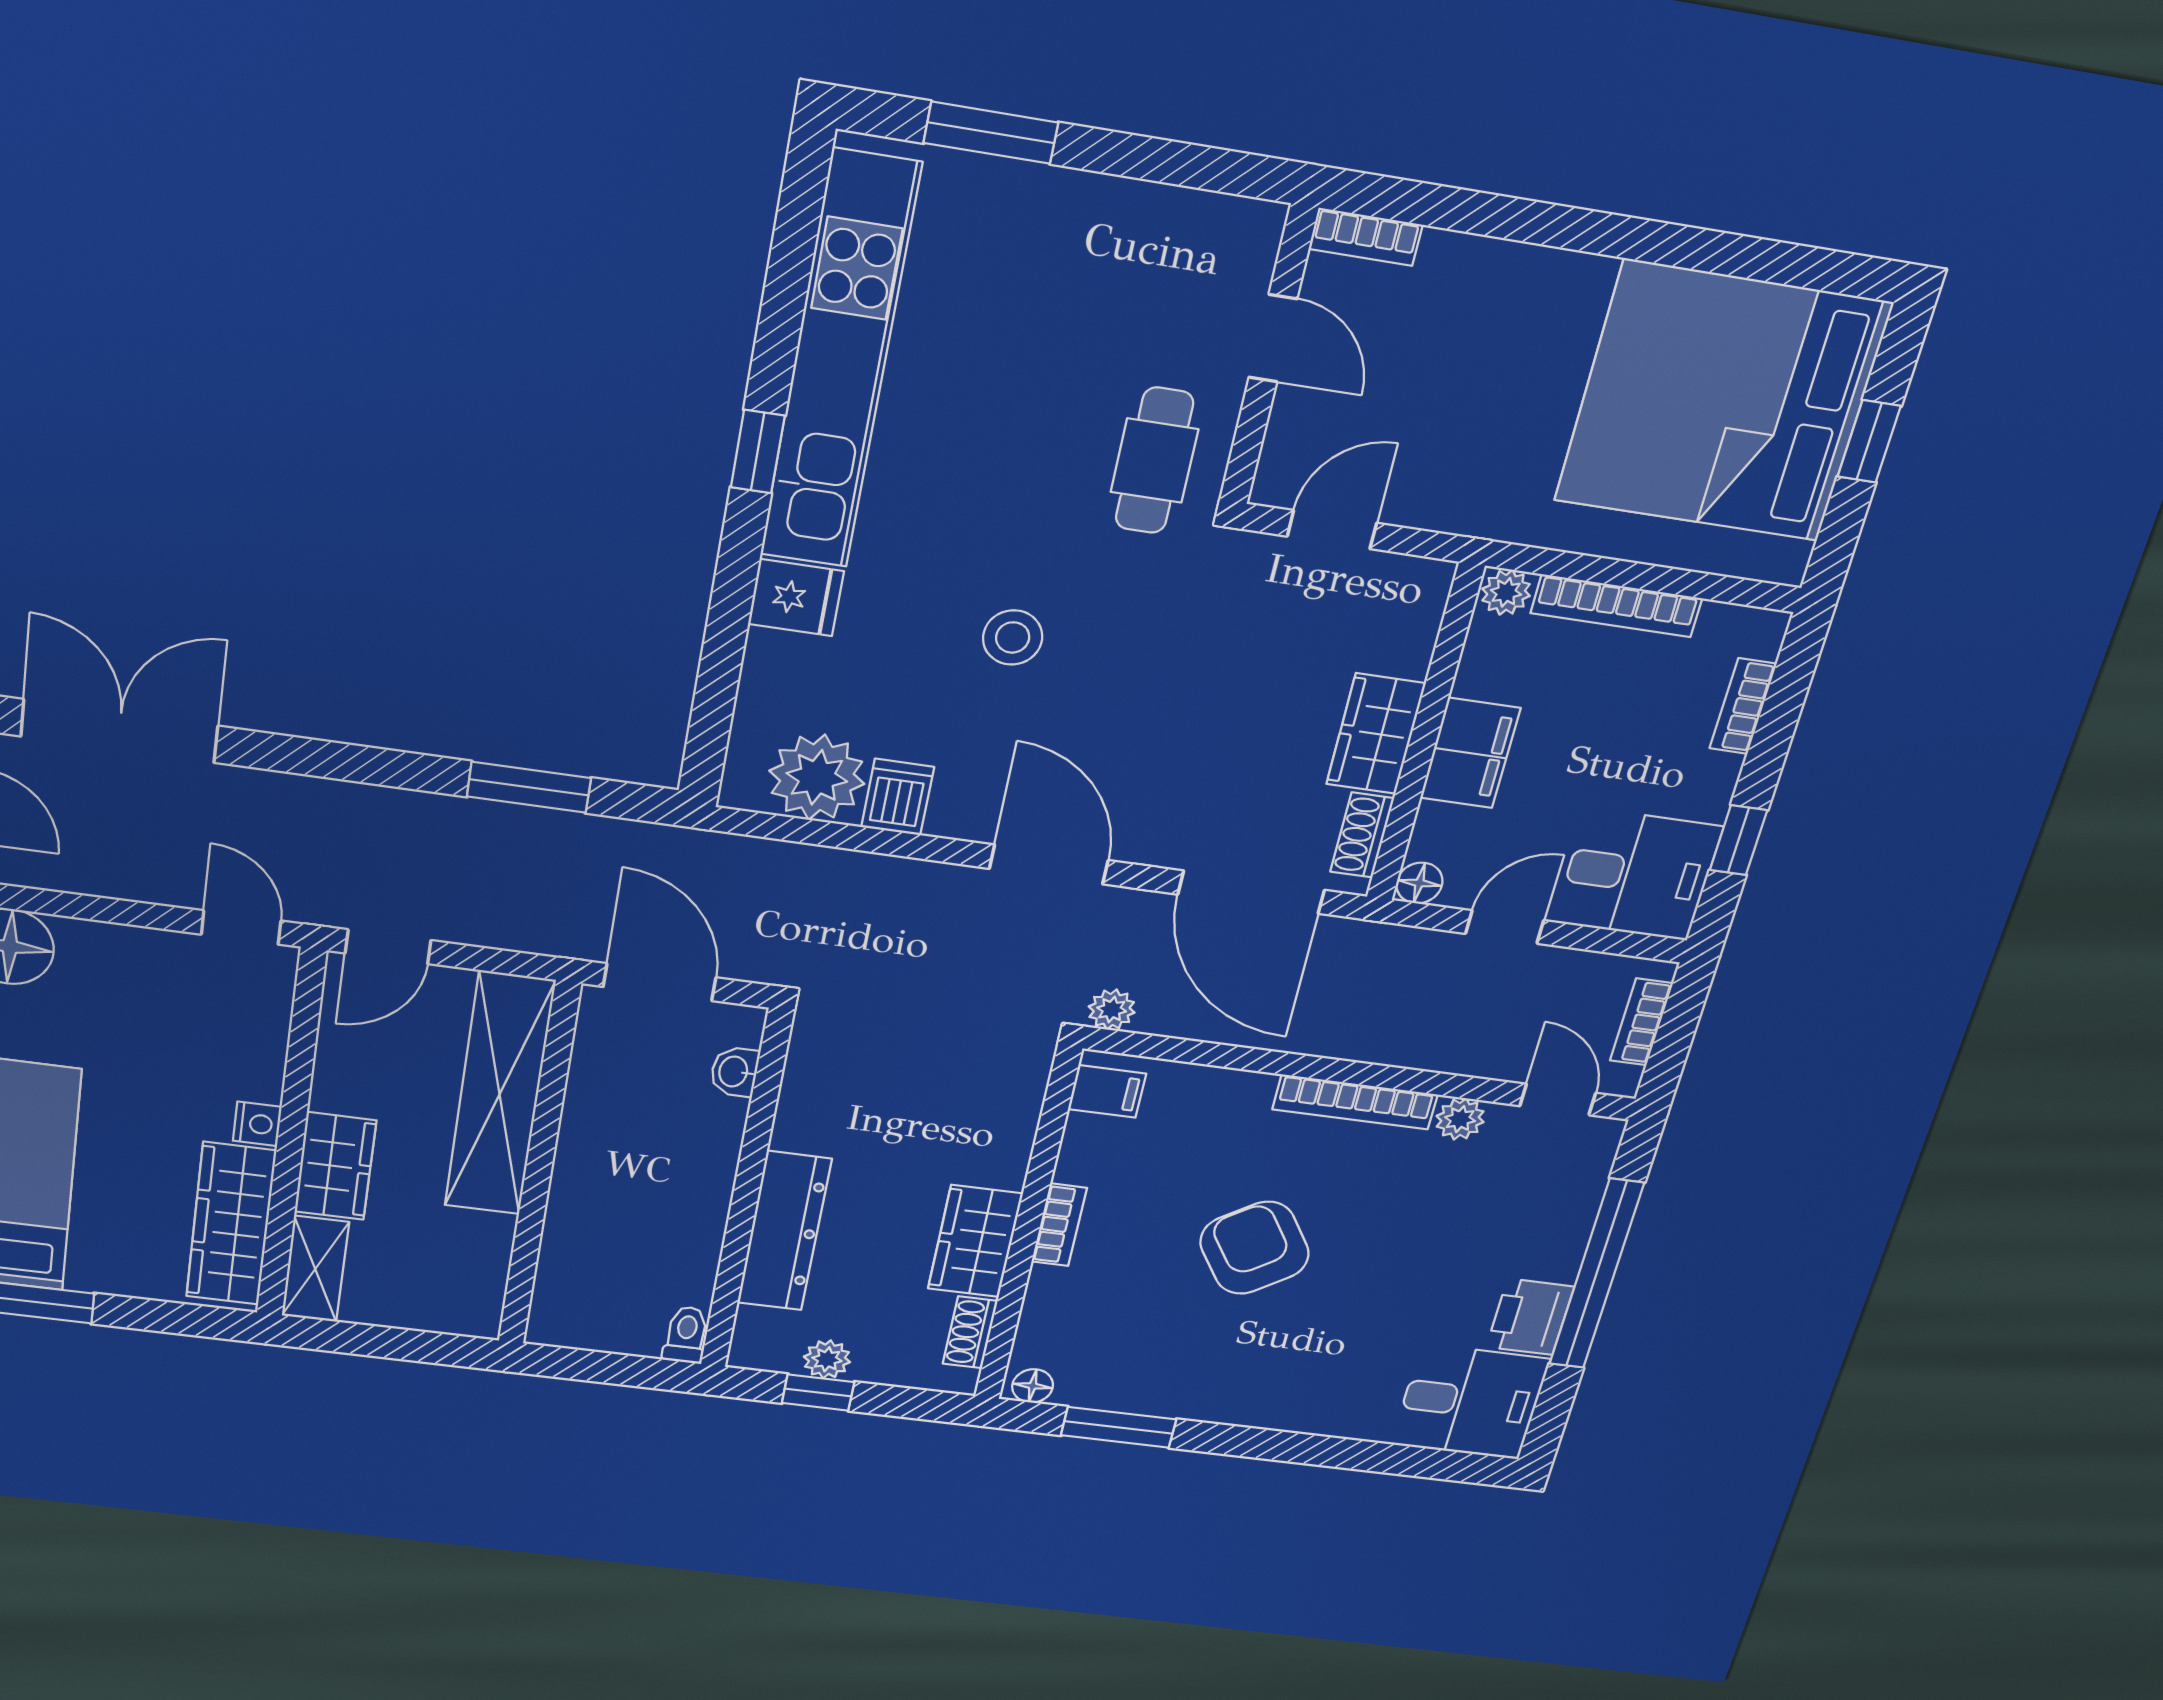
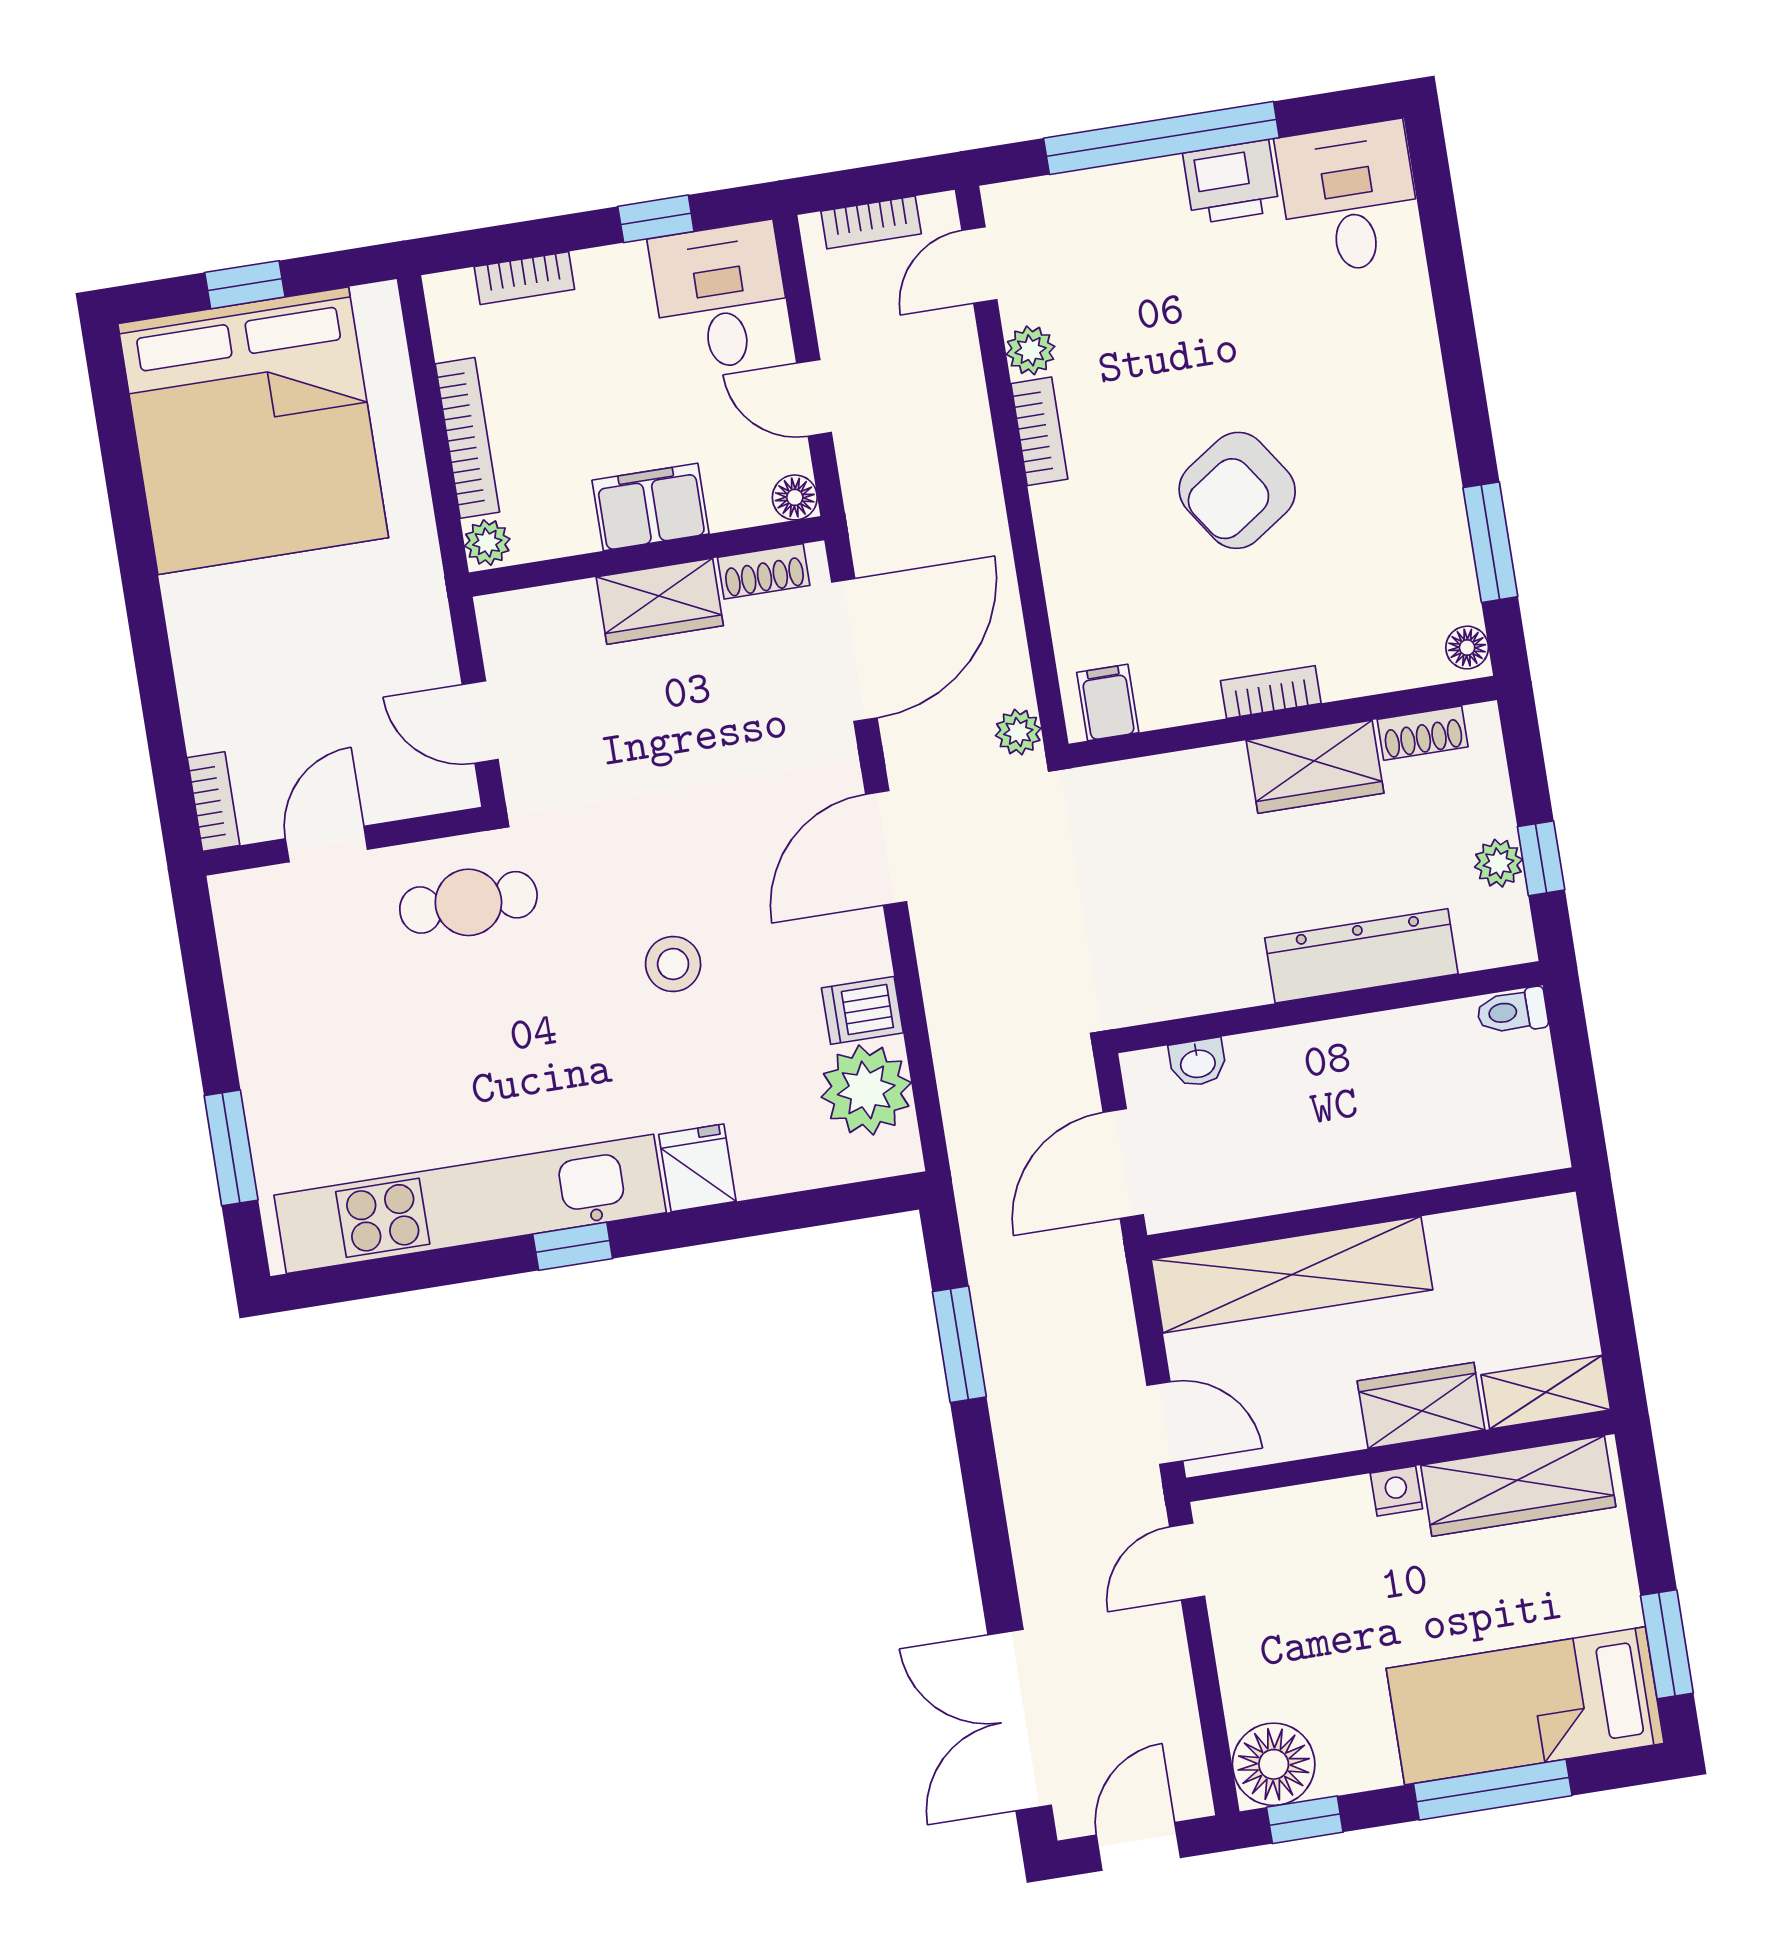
bookcase: (1355, 1102) -> (1039, 431), width x0.64

